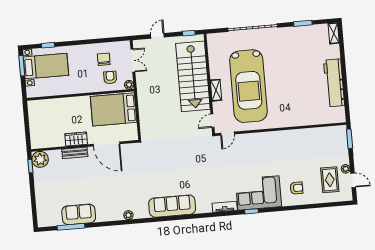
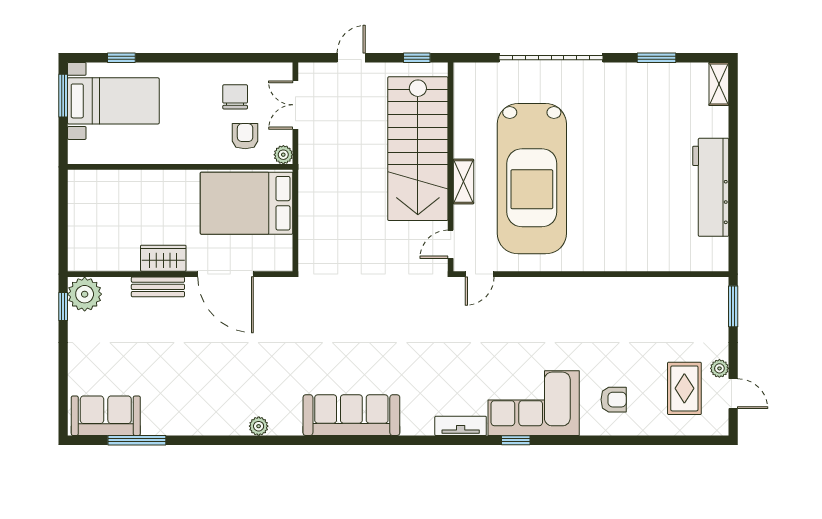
double door: (133, 61) -> (295, 105), swing flipped
sofa: (79, 214) -> (106, 416), moved

